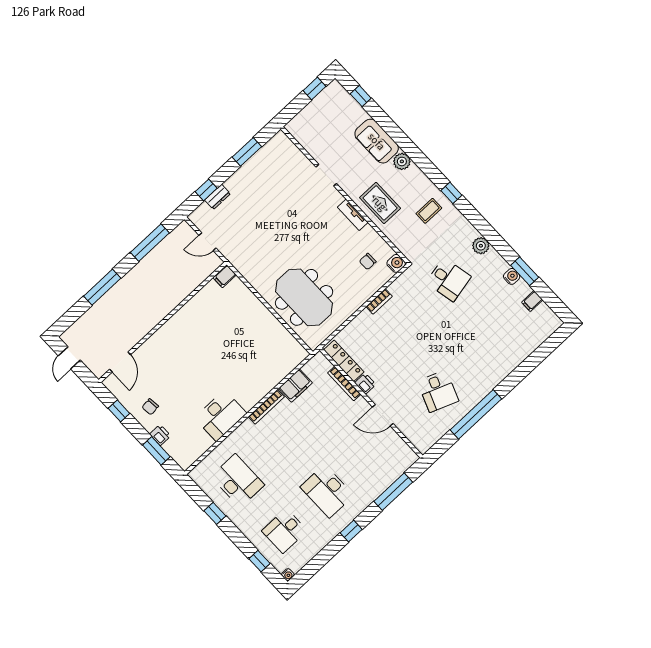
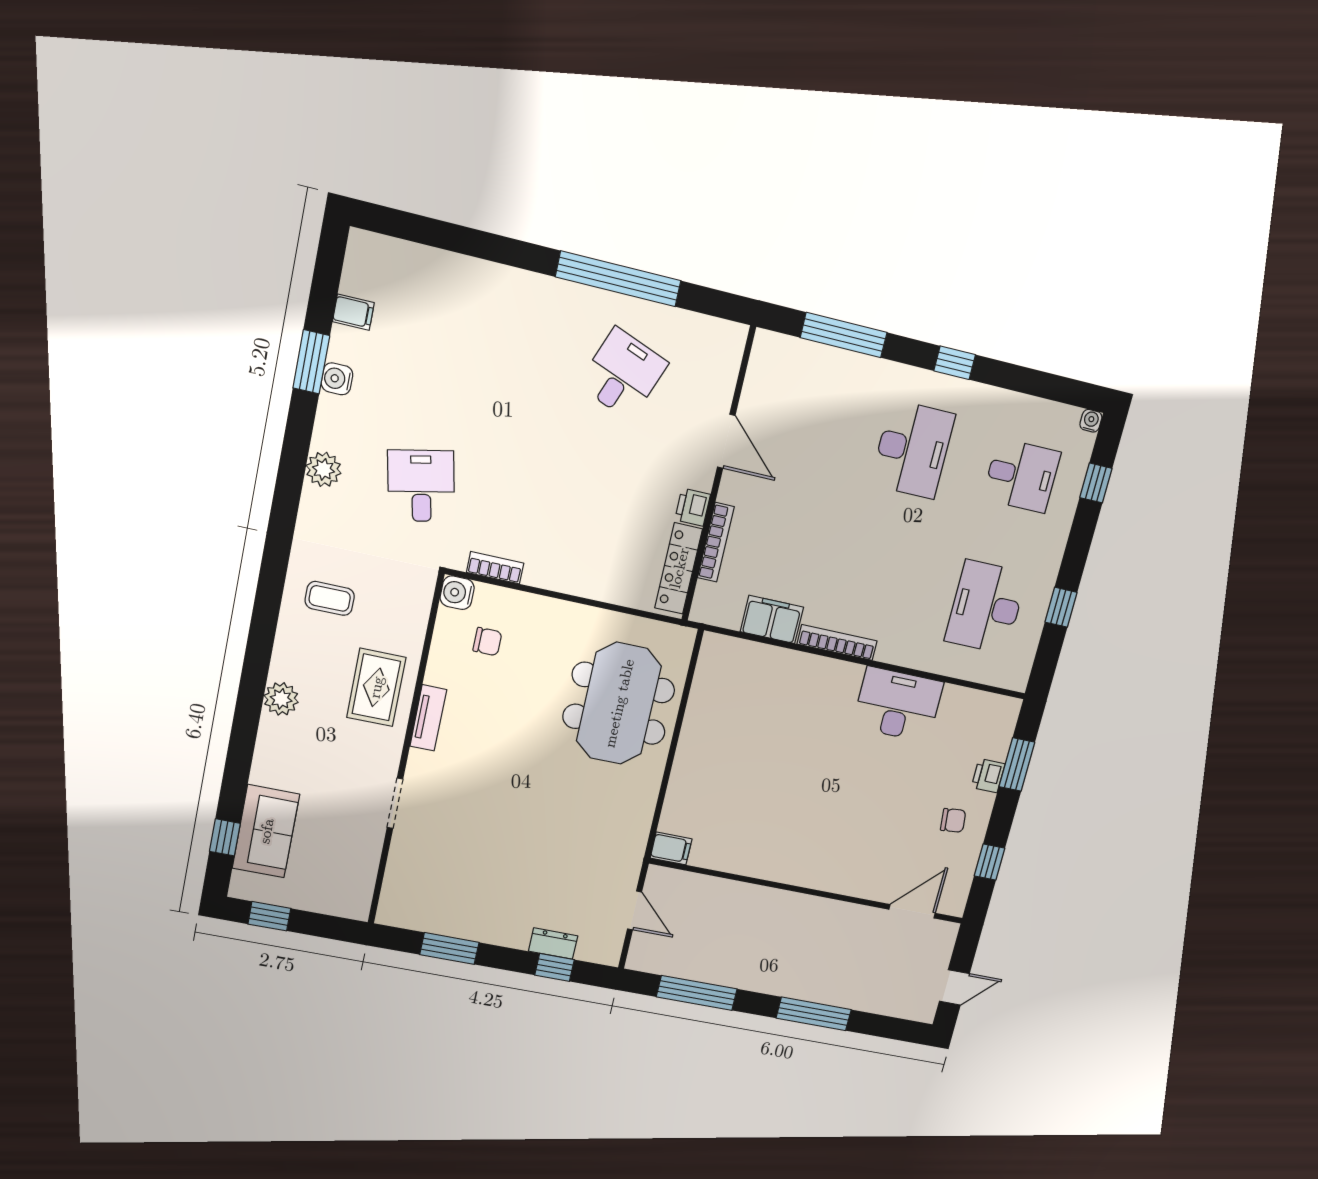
sofa: (377, 141) -> (266, 831), moved
window: (451, 193) -> (271, 581), removed
bookcase: (379, 301) -> (495, 568), moved

